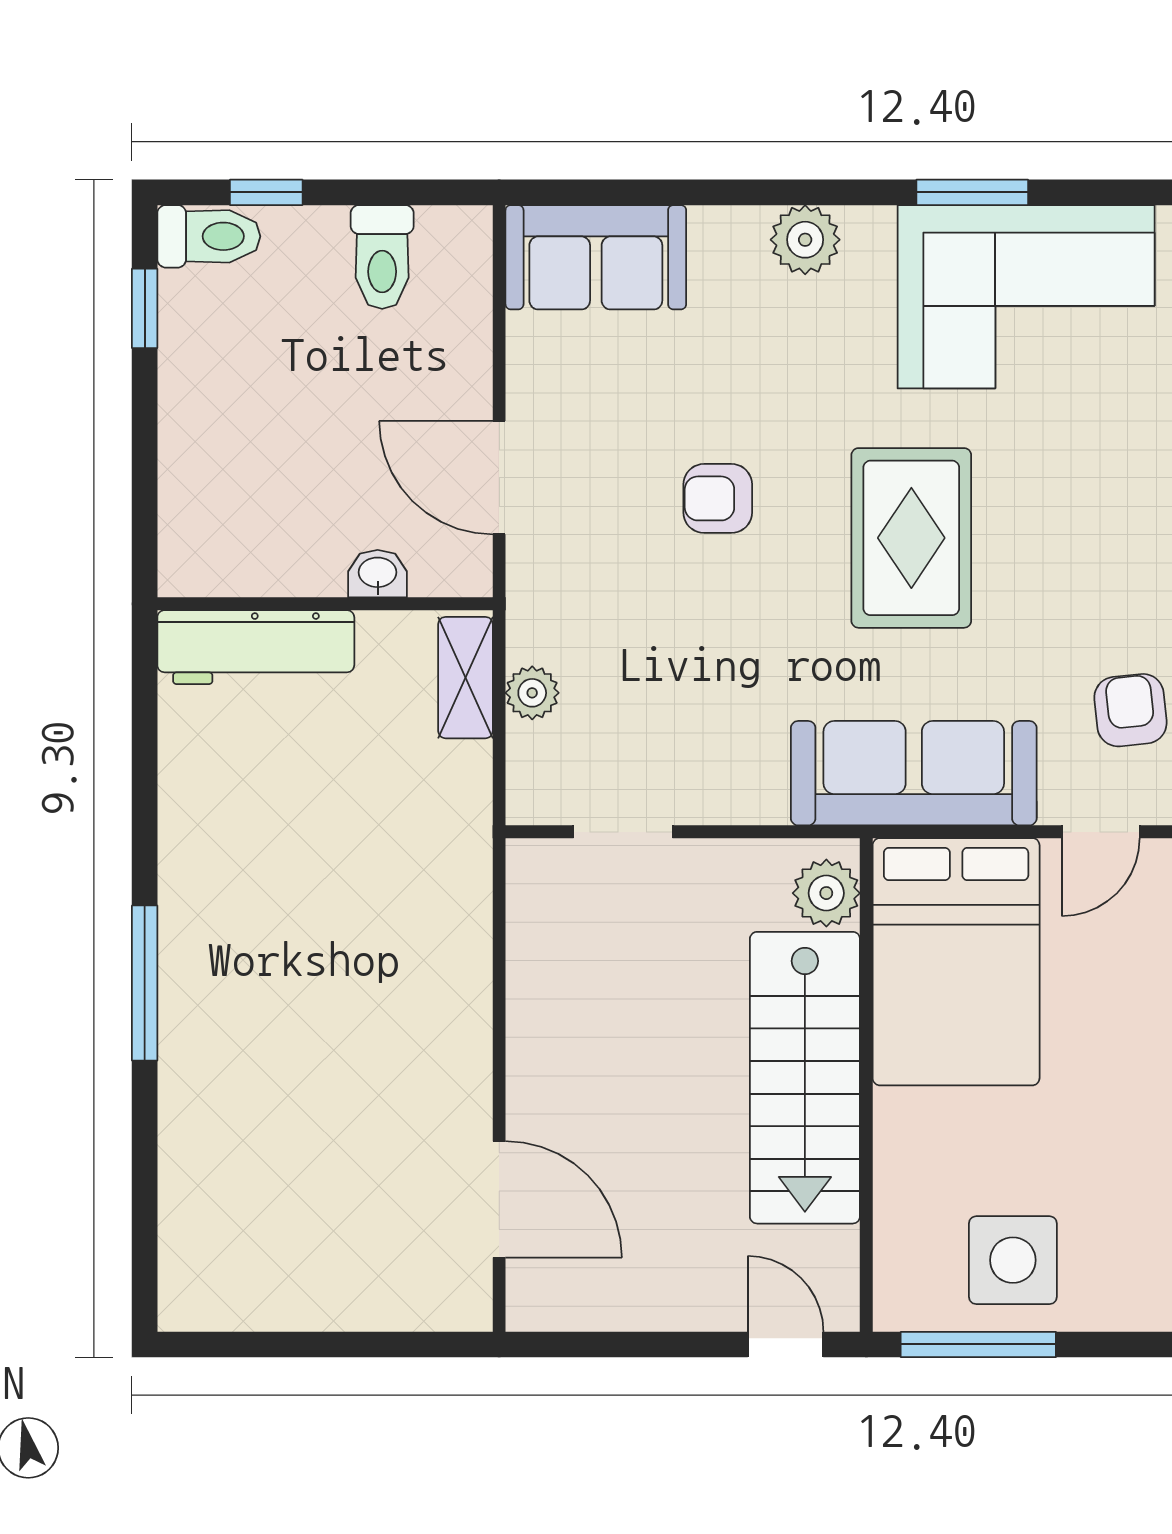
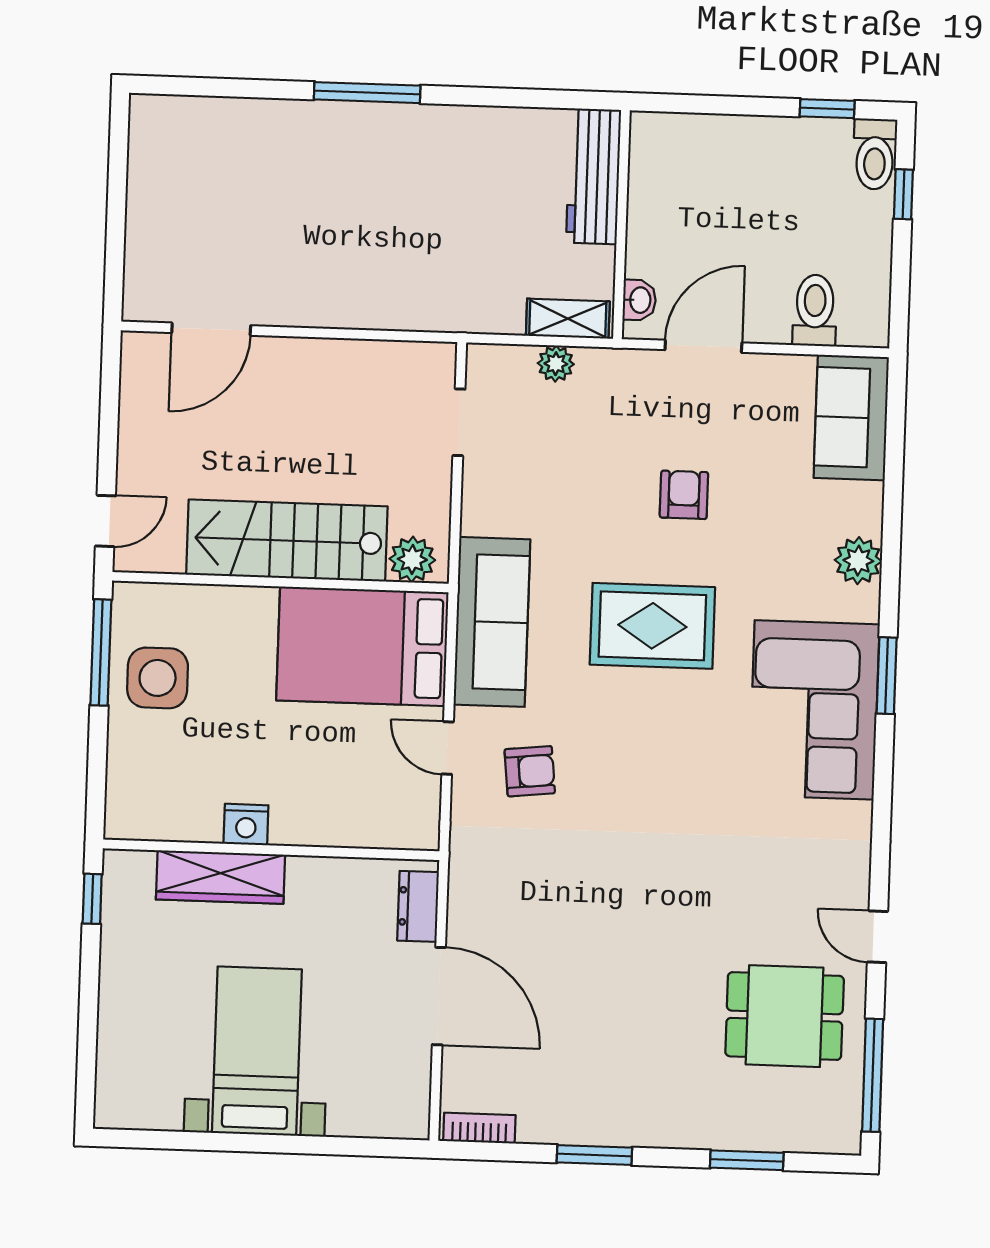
toilet: (382, 257) -> (815, 310), moved, turned 90
washbasin: (378, 574) -> (639, 300), moved

